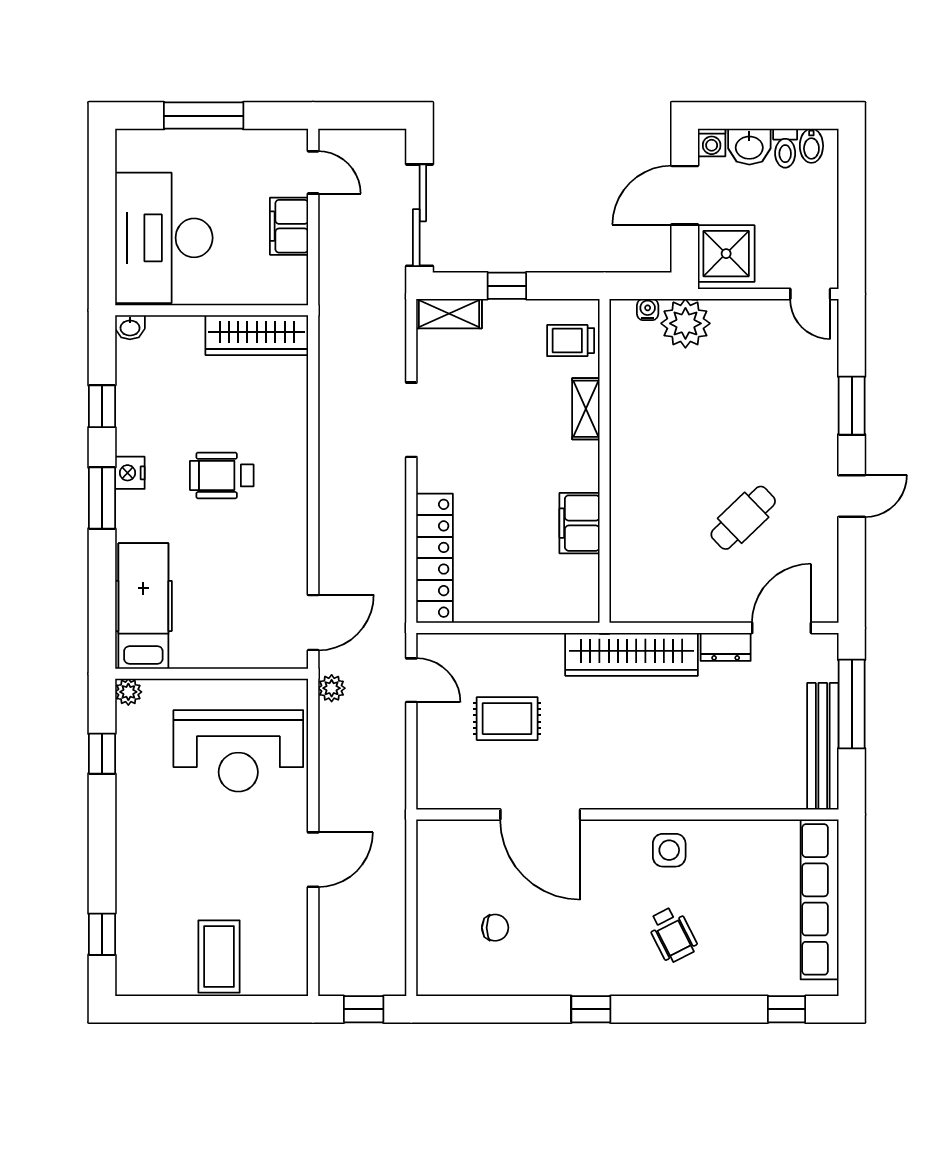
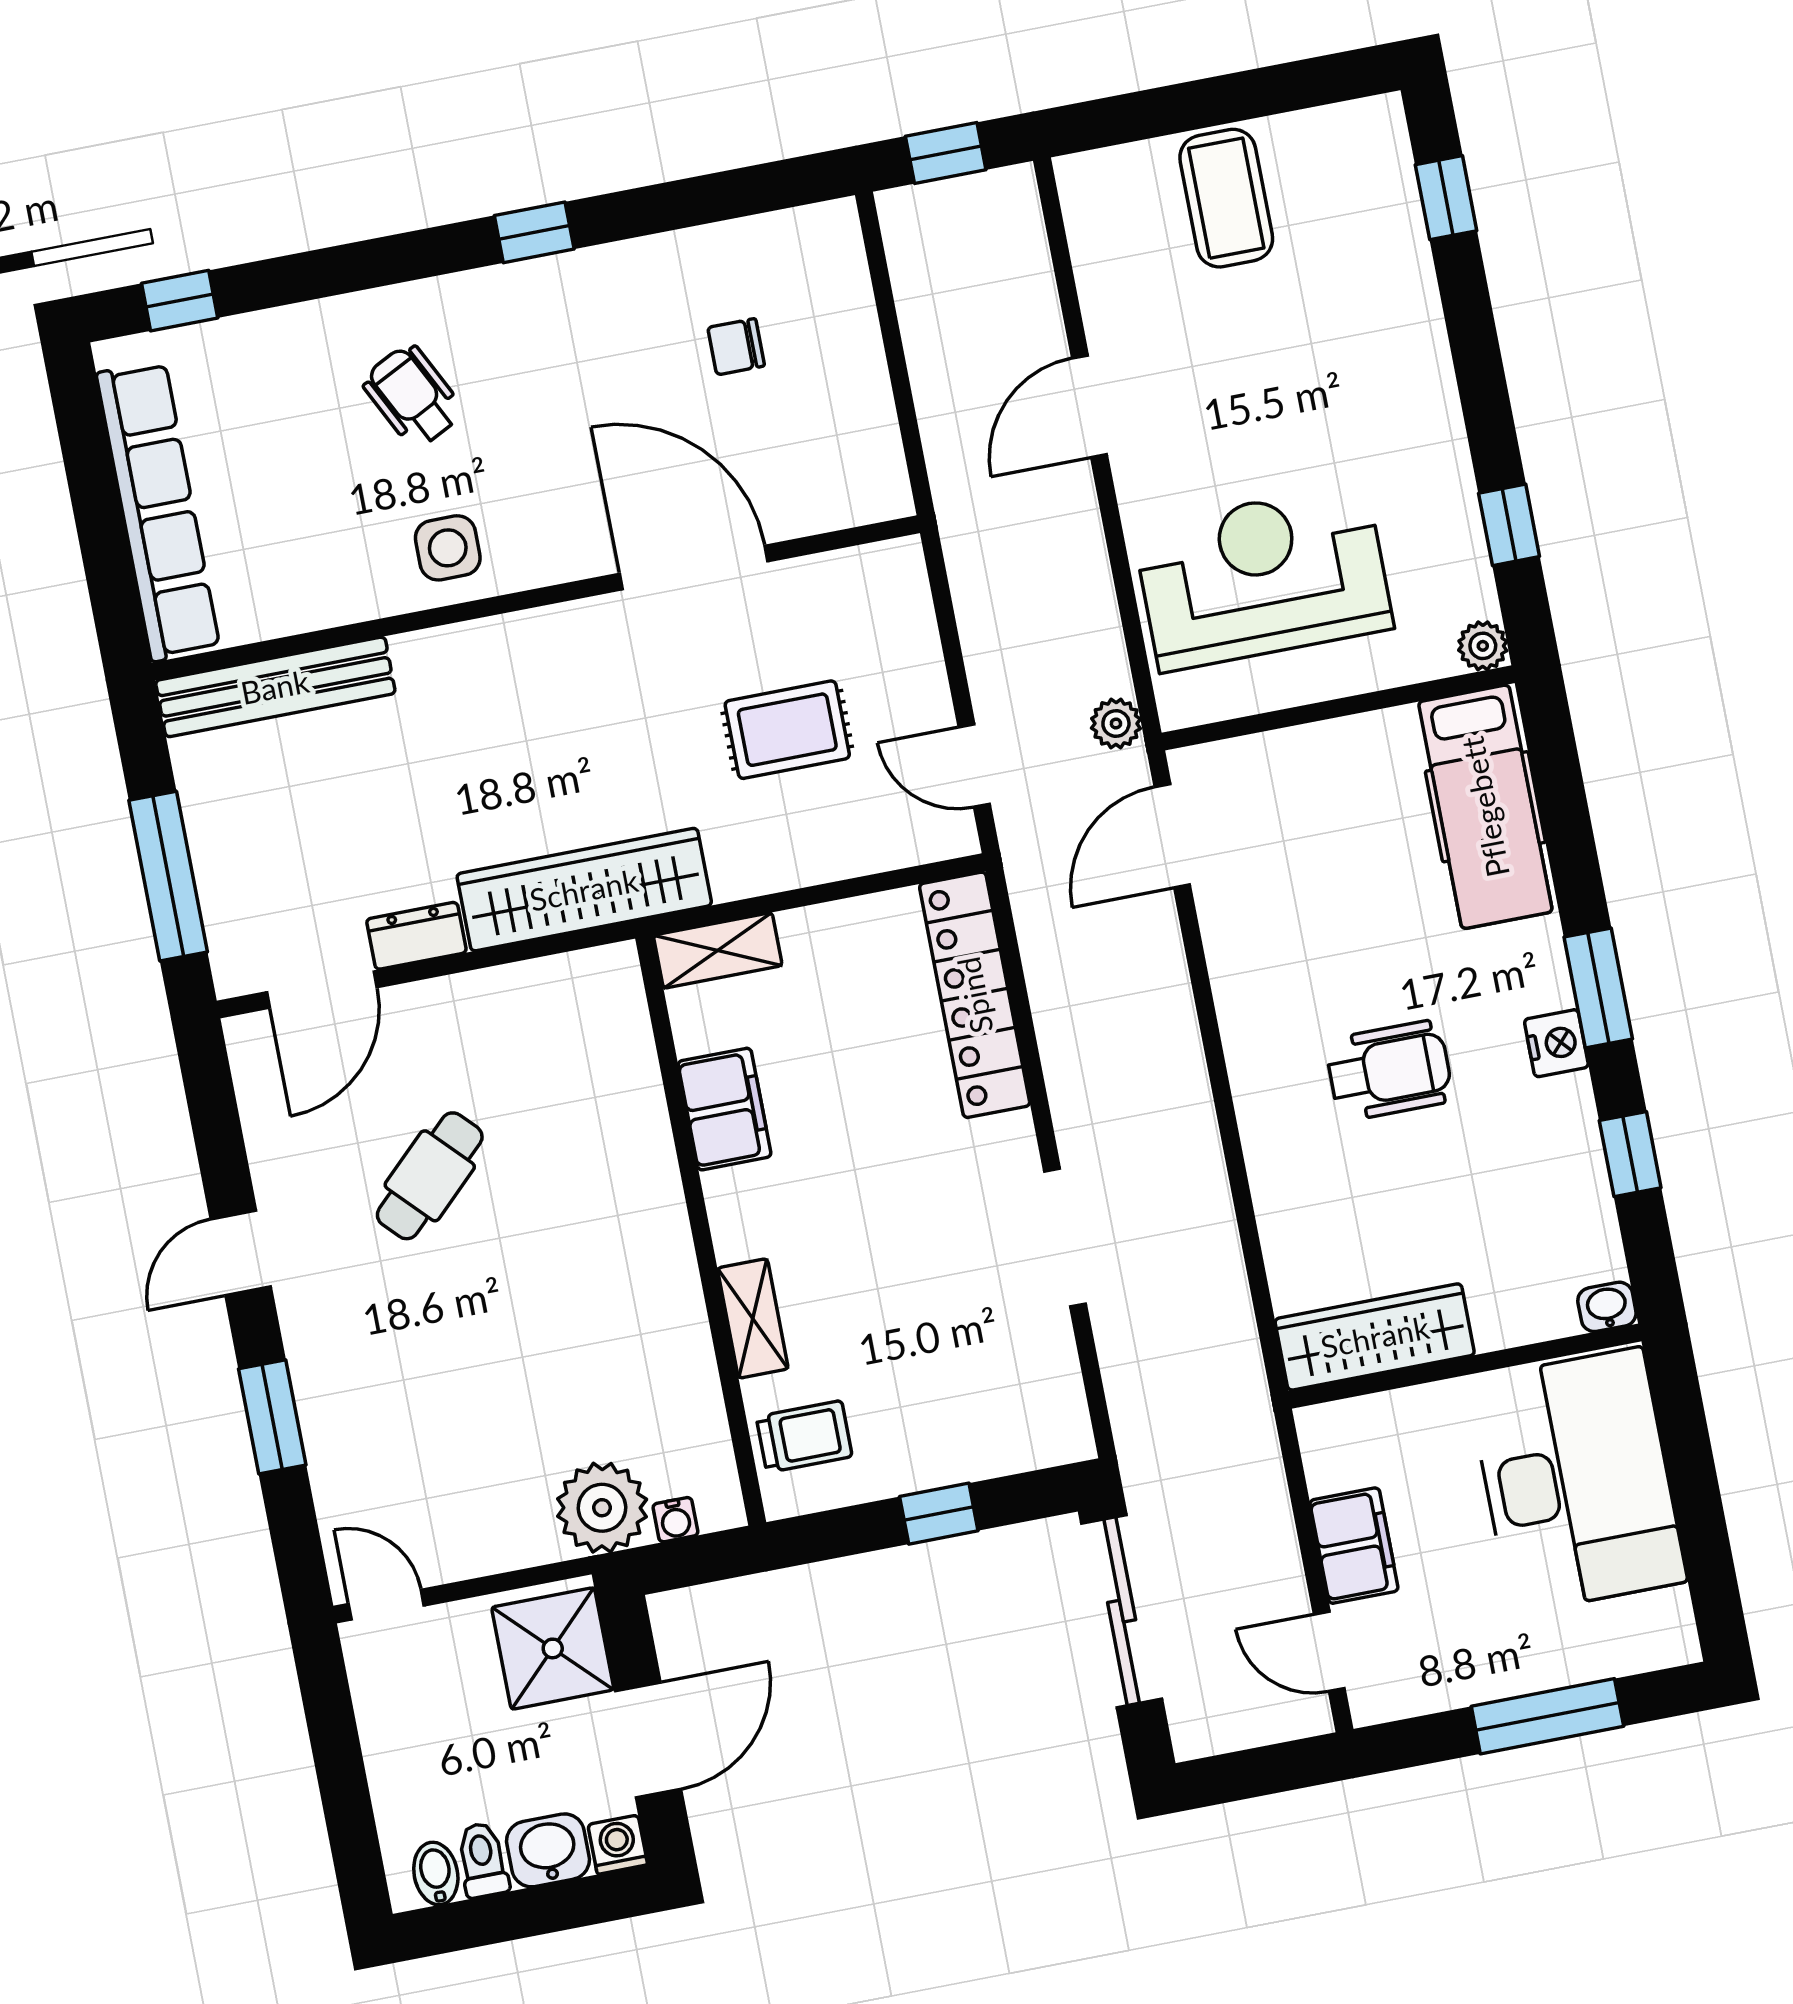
shelving: (449, 314) -> (718, 950), moved
bench: (823, 746) -> (275, 687), moved, turned 90

